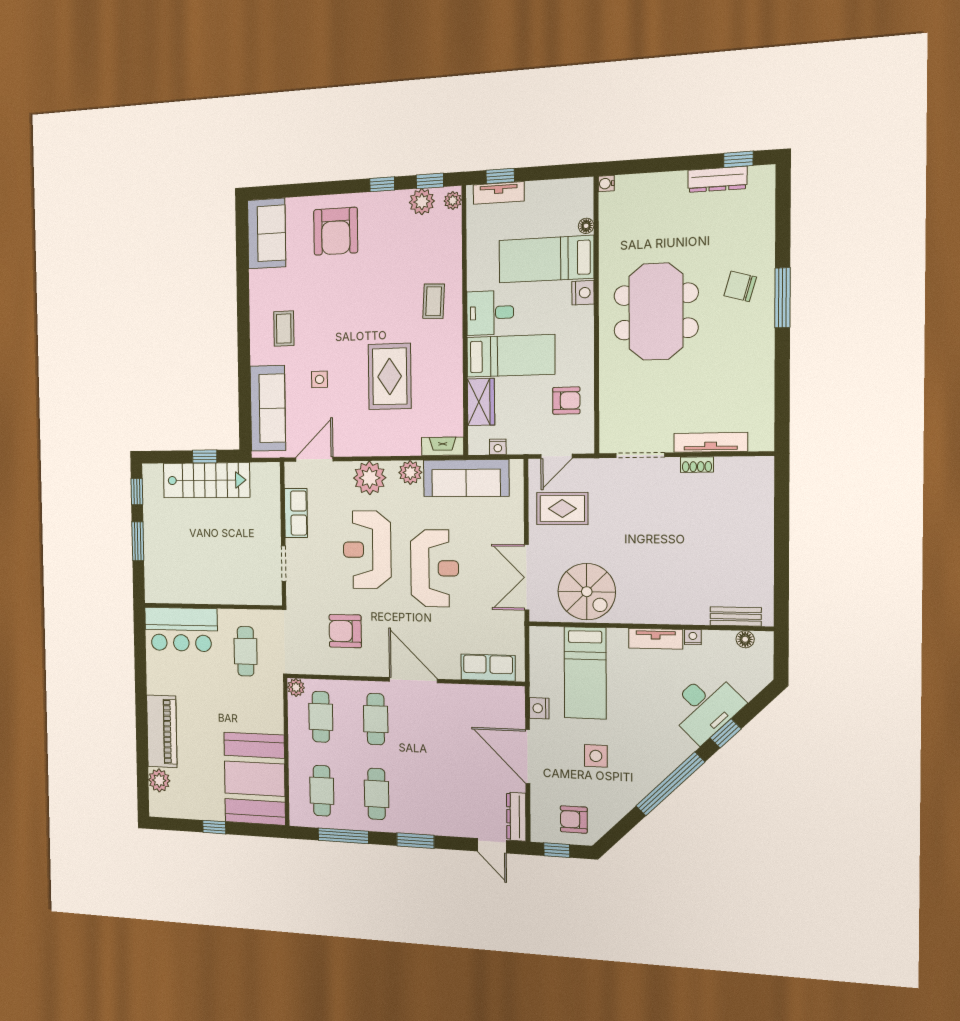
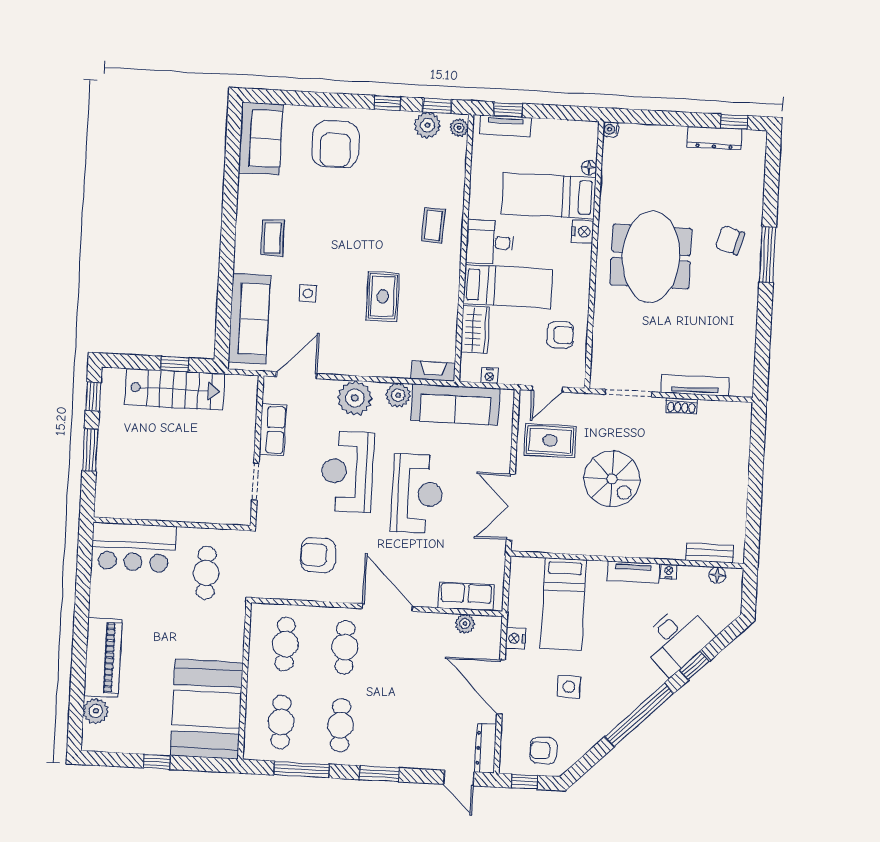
rug: (390, 376) -> (383, 297), width x0.73, depth x0.70
spiral stairs: (587, 592) -> (612, 479), moved
plant: (296, 687) -> (465, 624), moved

